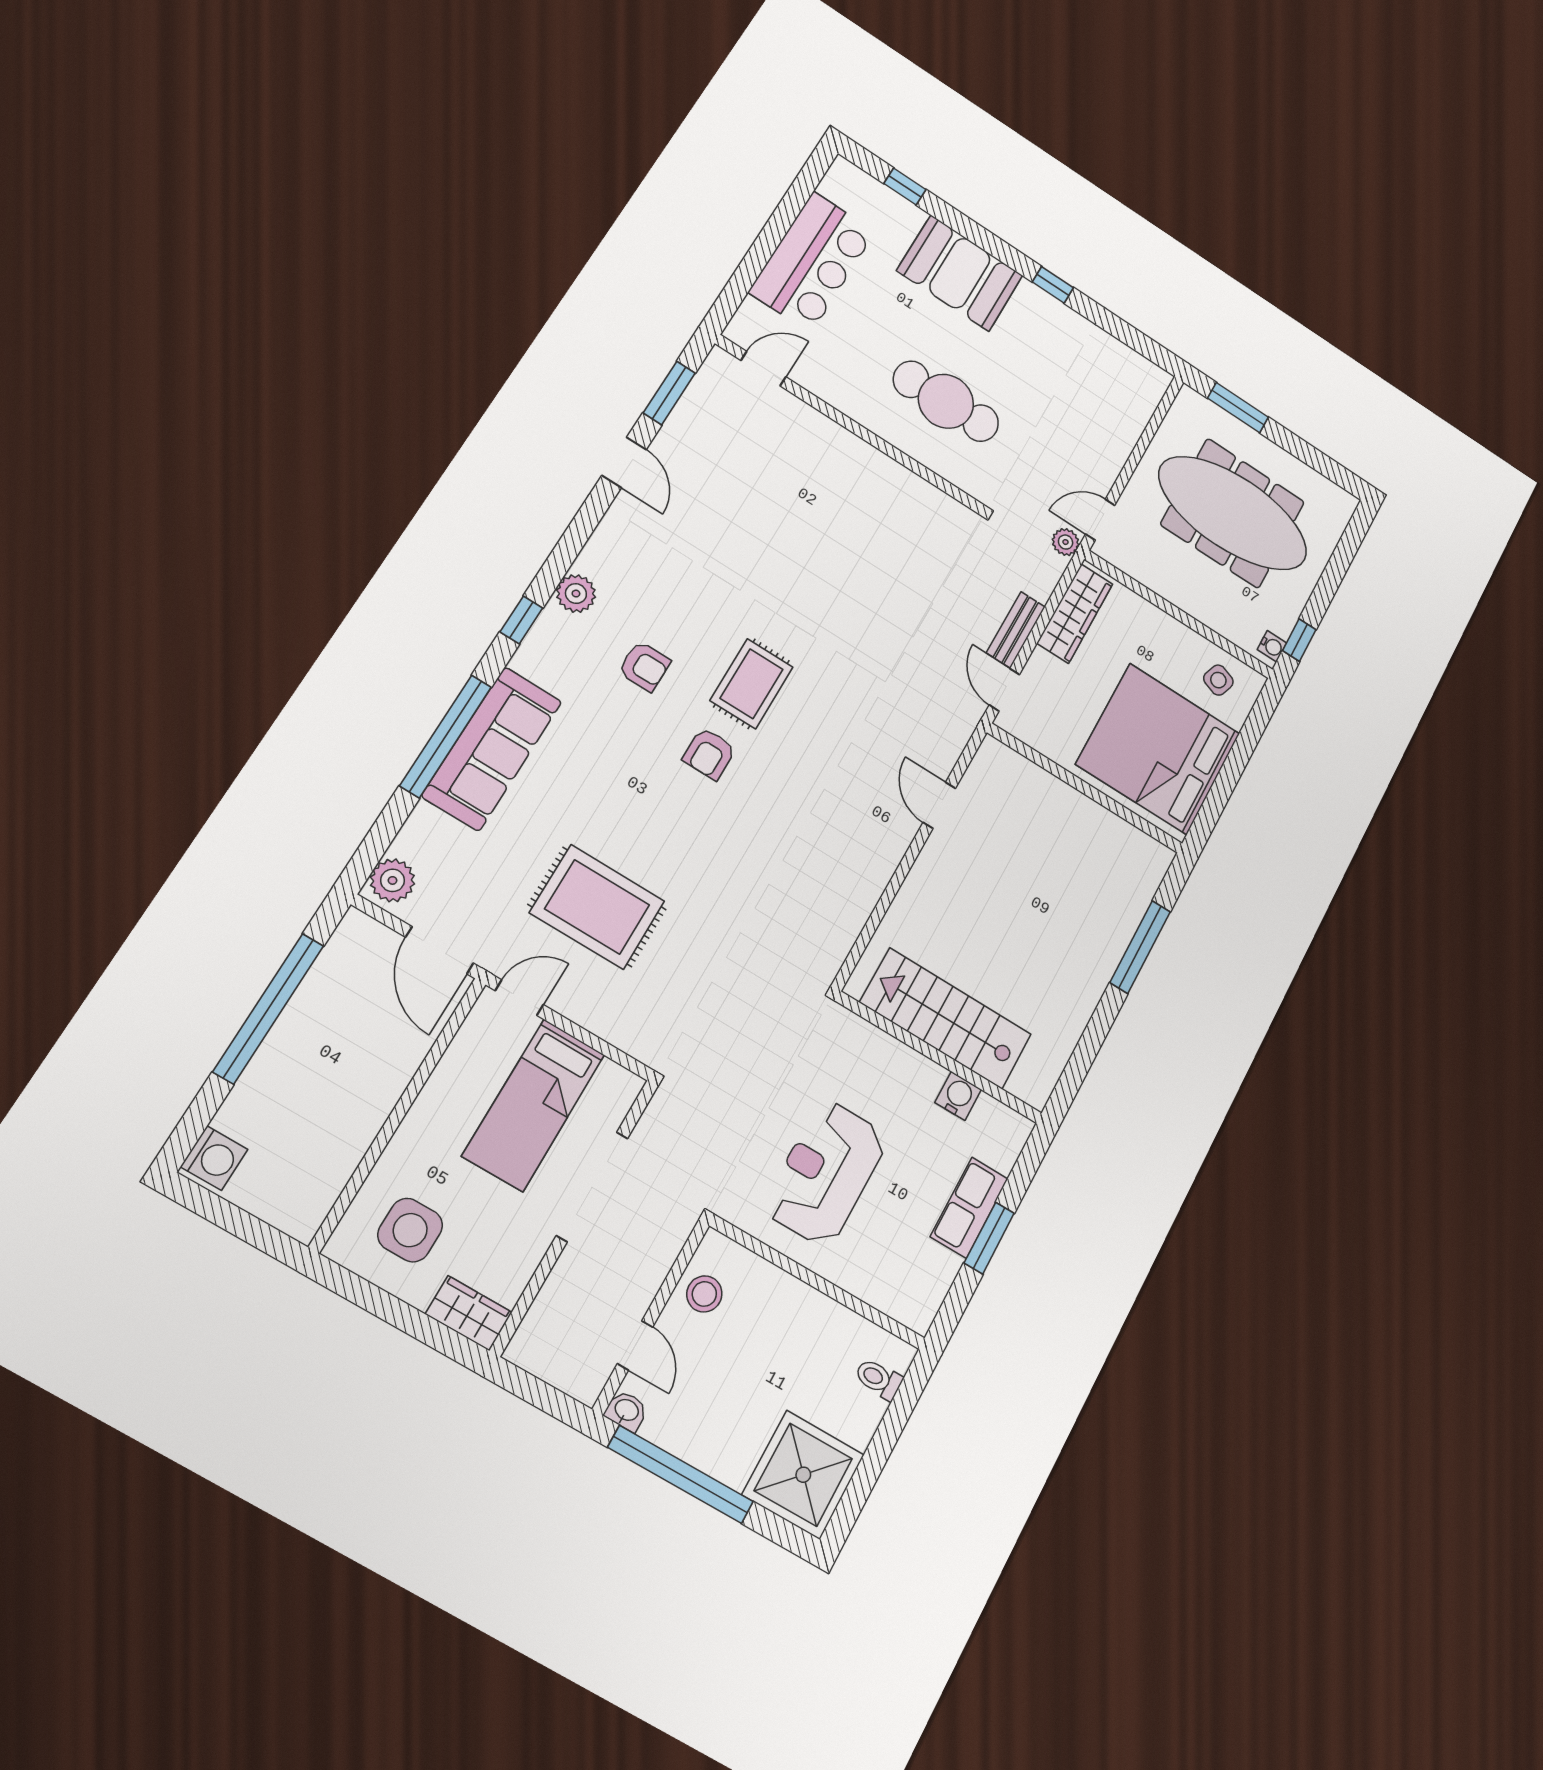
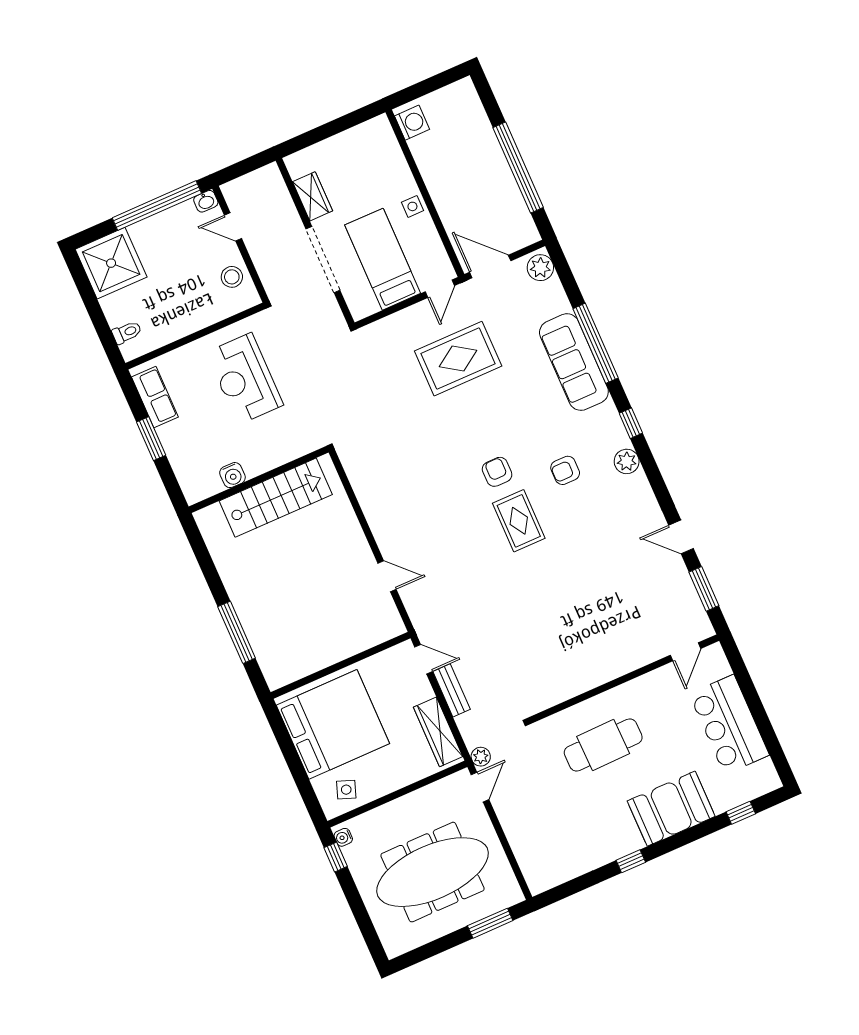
washing machine: (214, 1158) -> (412, 123), moved, turned 180
reception desk: (826, 1173) -> (245, 379), turned 180
row of seats: (969, 1208) -> (155, 397), moved
side table: (410, 1230) -> (412, 206), moved, width x0.54, depth x0.54
wardrobe: (469, 1313) -> (312, 196), moved, turned -90

